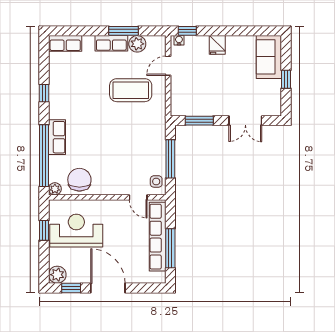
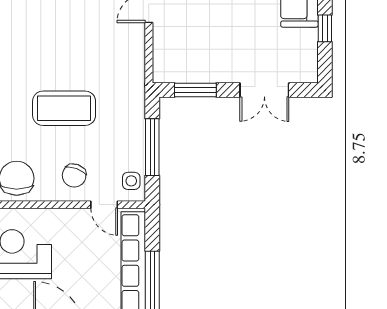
coffee table: (131, 90) -> (64, 108), moved
chair: (118, 178) -> (74, 176), added

